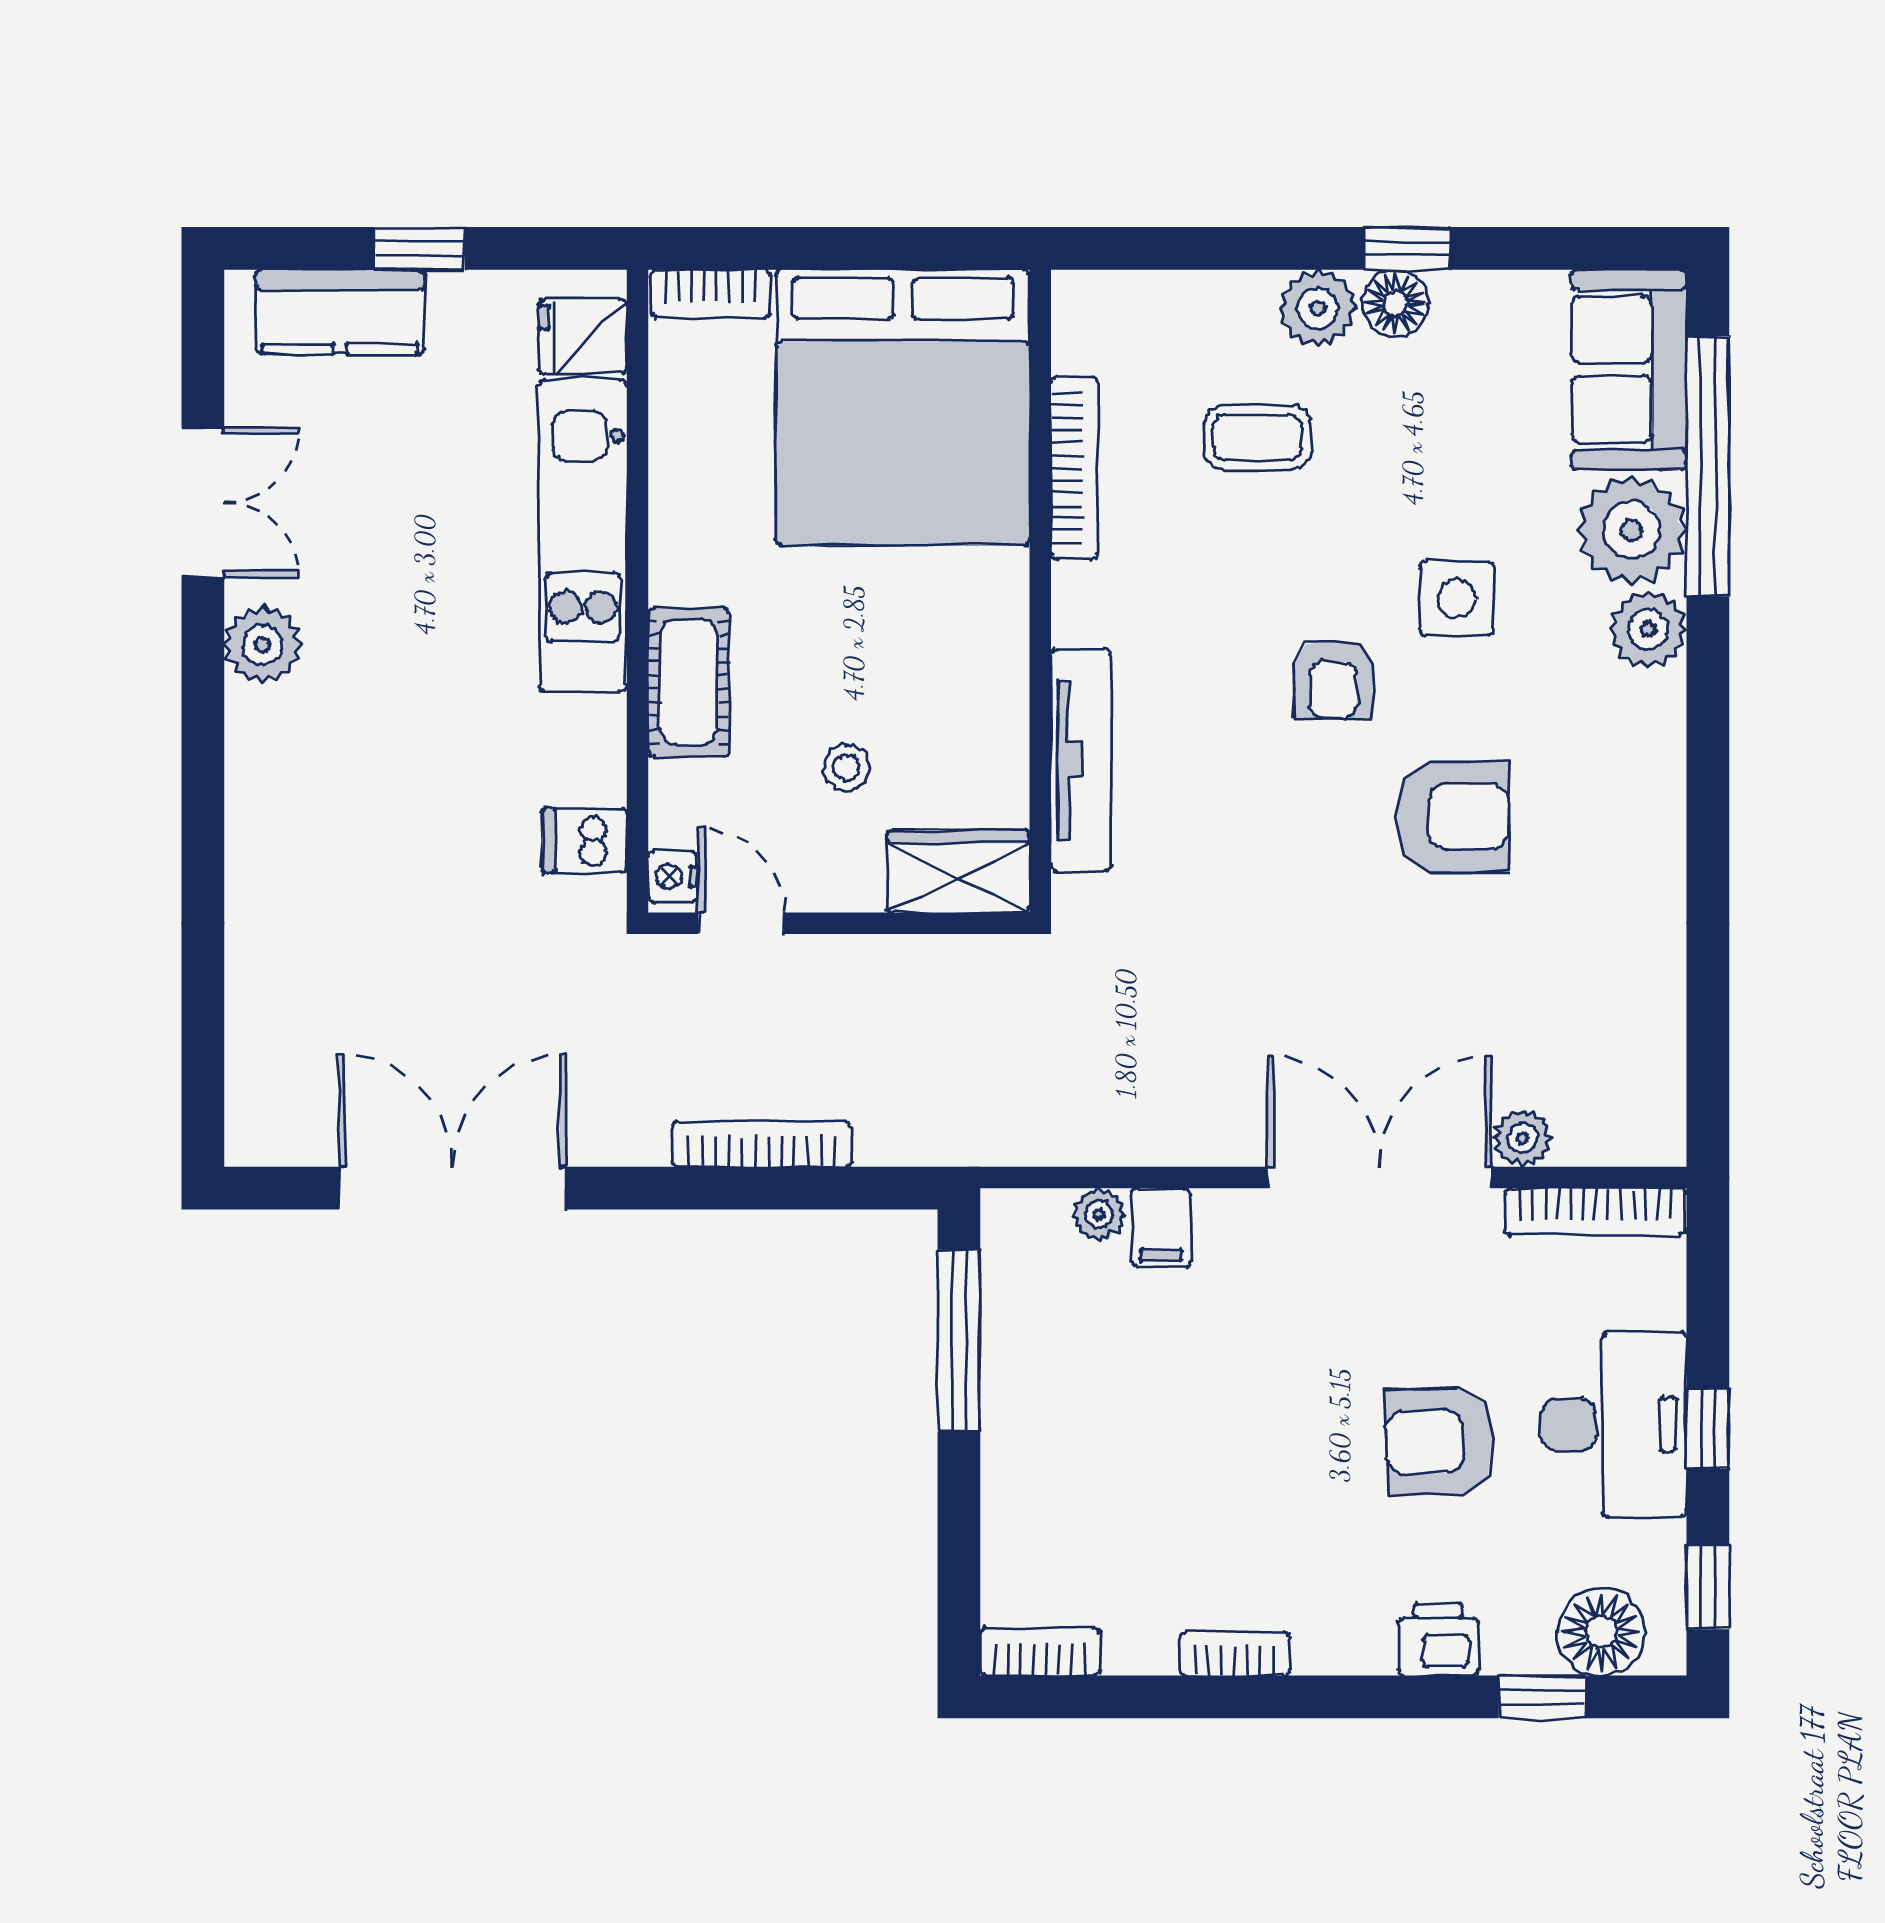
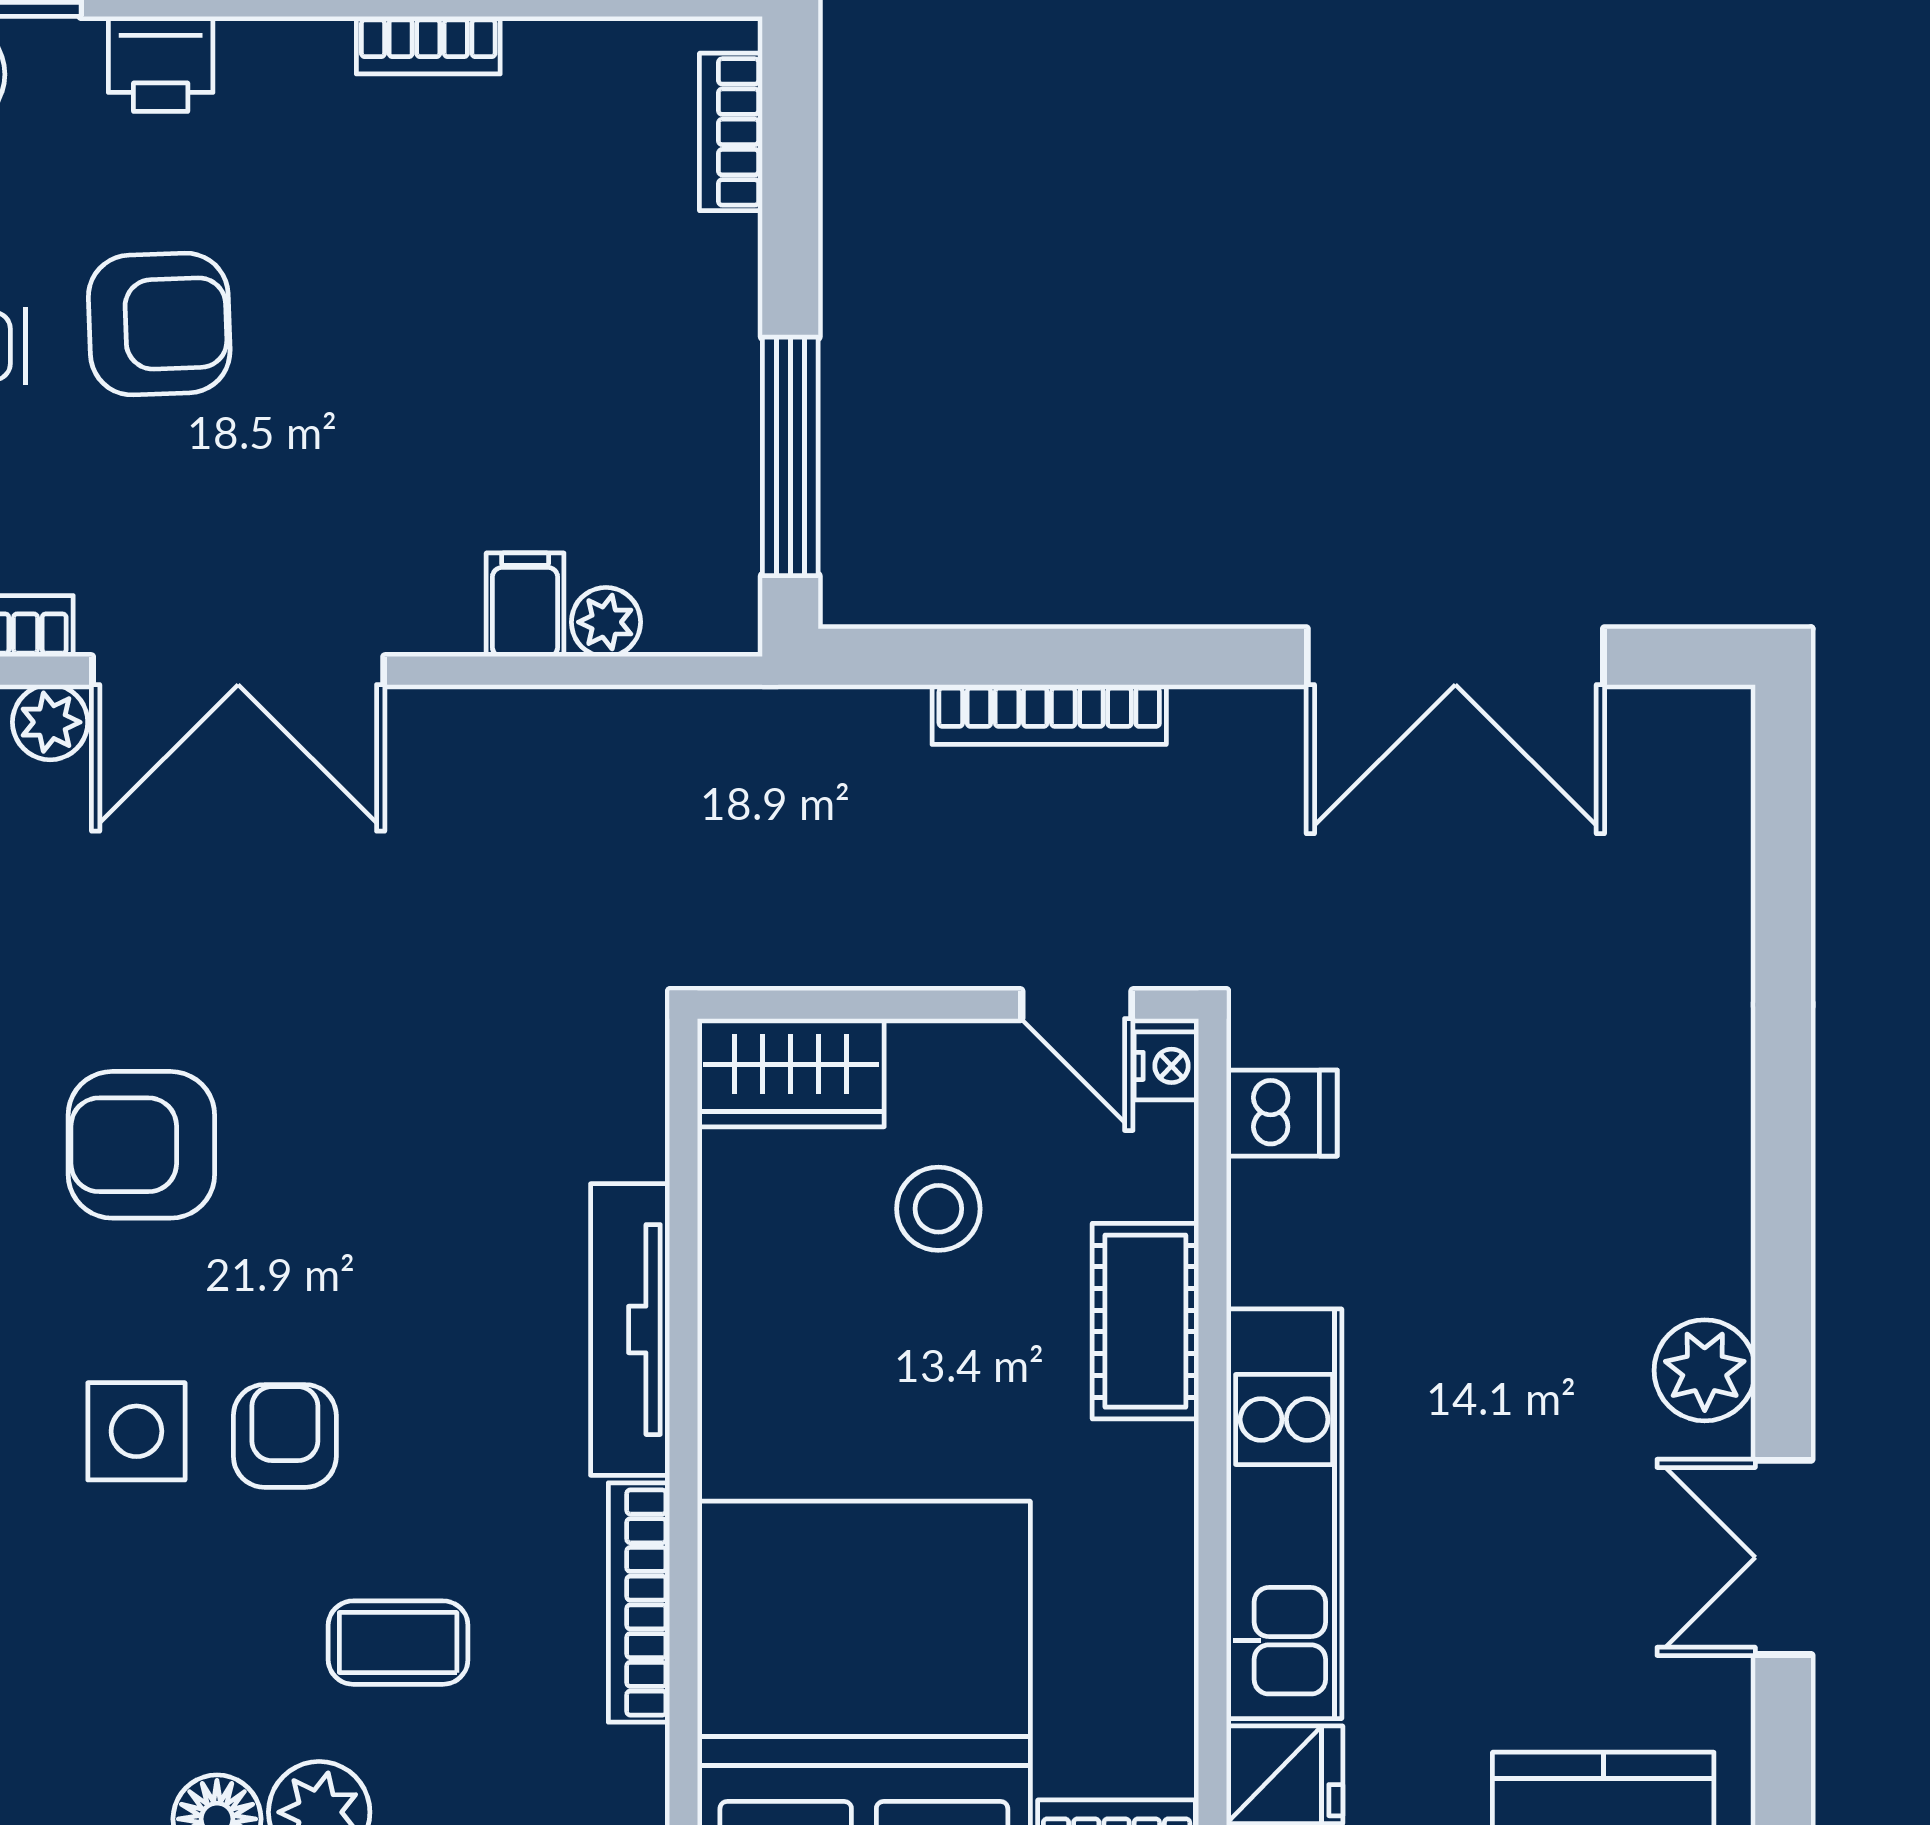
armchair: (1333, 679) -> (285, 1436), moved
tv unit: (1081, 760) -> (630, 1330), moved
stool: (846, 768) -> (938, 1209), width x1.37, depth x1.37
bookcase: (1040, 1652) -> (731, 132), moved, turned 90

